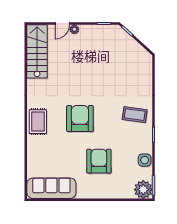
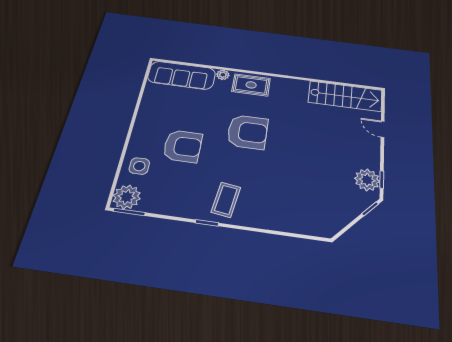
plant: (74, 29) -> (367, 180), moved, width x1.88, depth x1.88
coffee table: (135, 115) -> (226, 200), moved
plant: (32, 144) -> (223, 75), added
side table: (145, 160) -> (139, 166), moved
sofa: (51, 188) -> (182, 75), moved, turned 90

